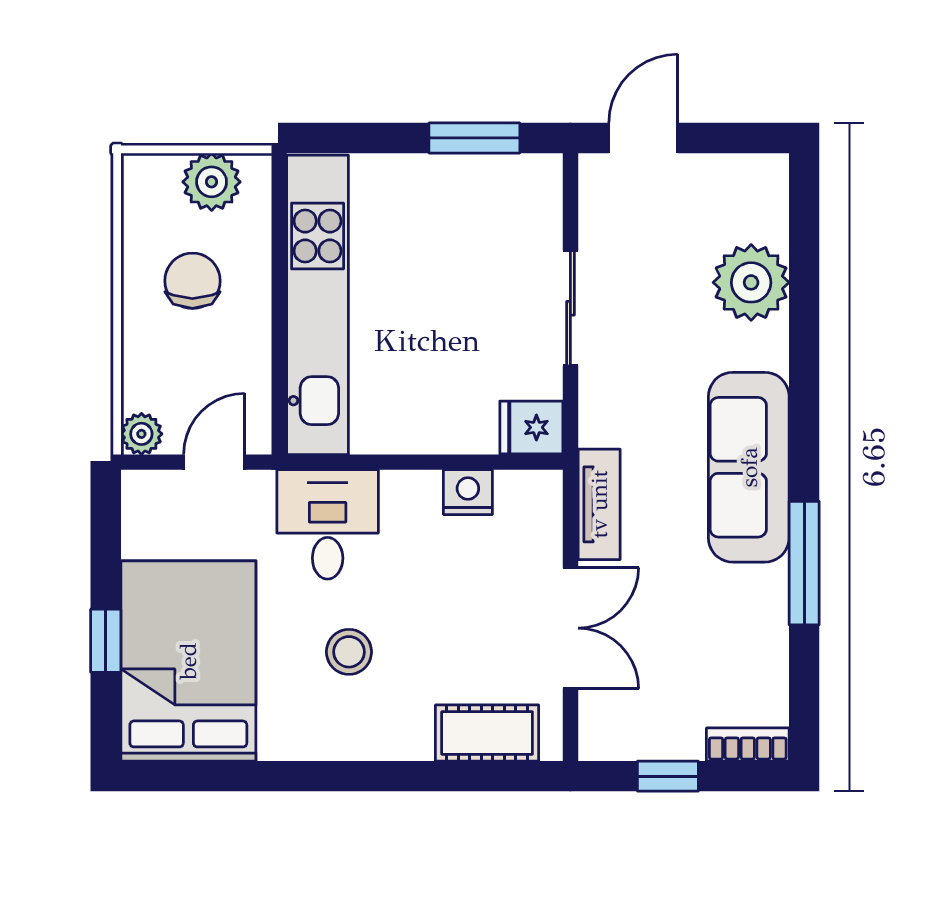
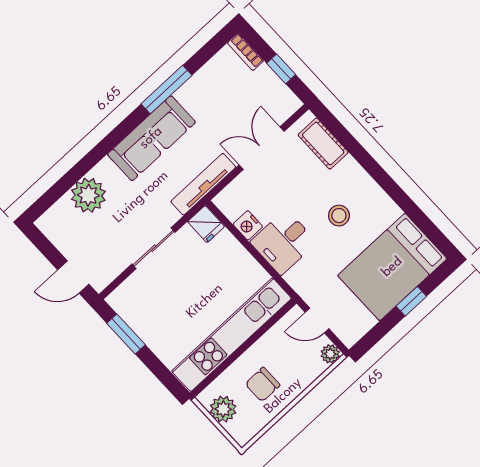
tv unit: (599, 504) -> (203, 184), width x1.41
desk: (328, 524) -> (283, 242), moved

